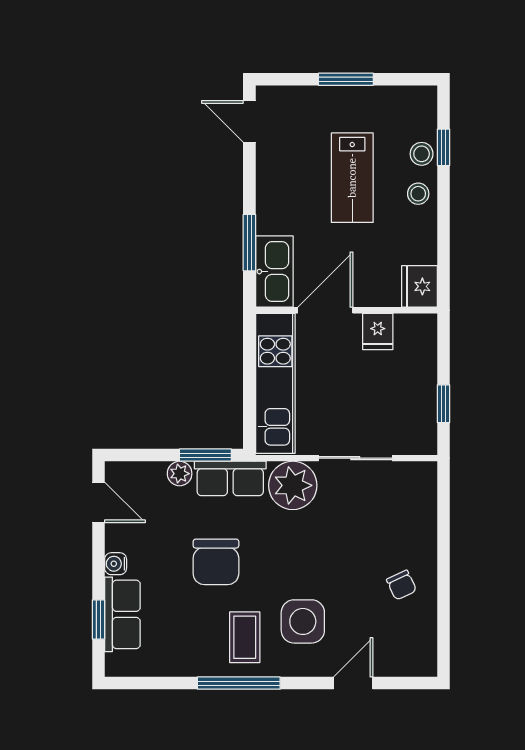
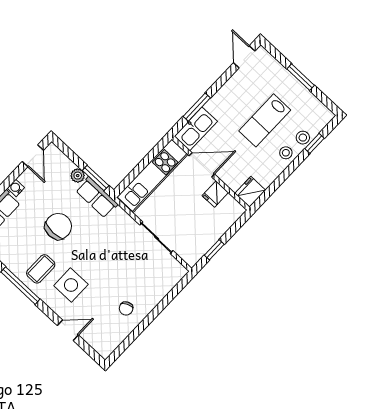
plant: (293, 485) -> (120, 225), removed
chair: (216, 562) -> (58, 226), turned 180

